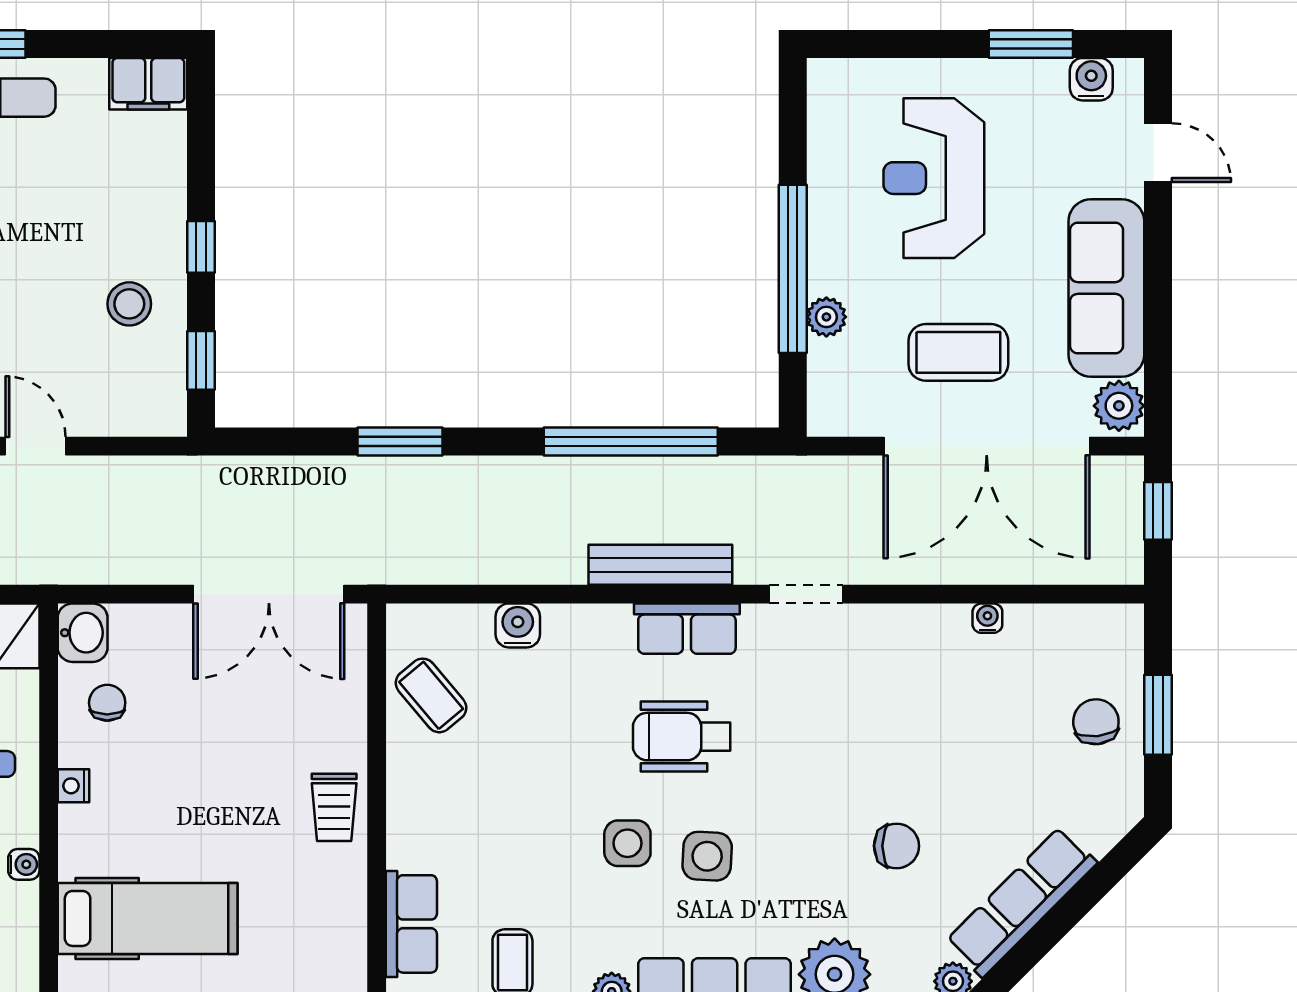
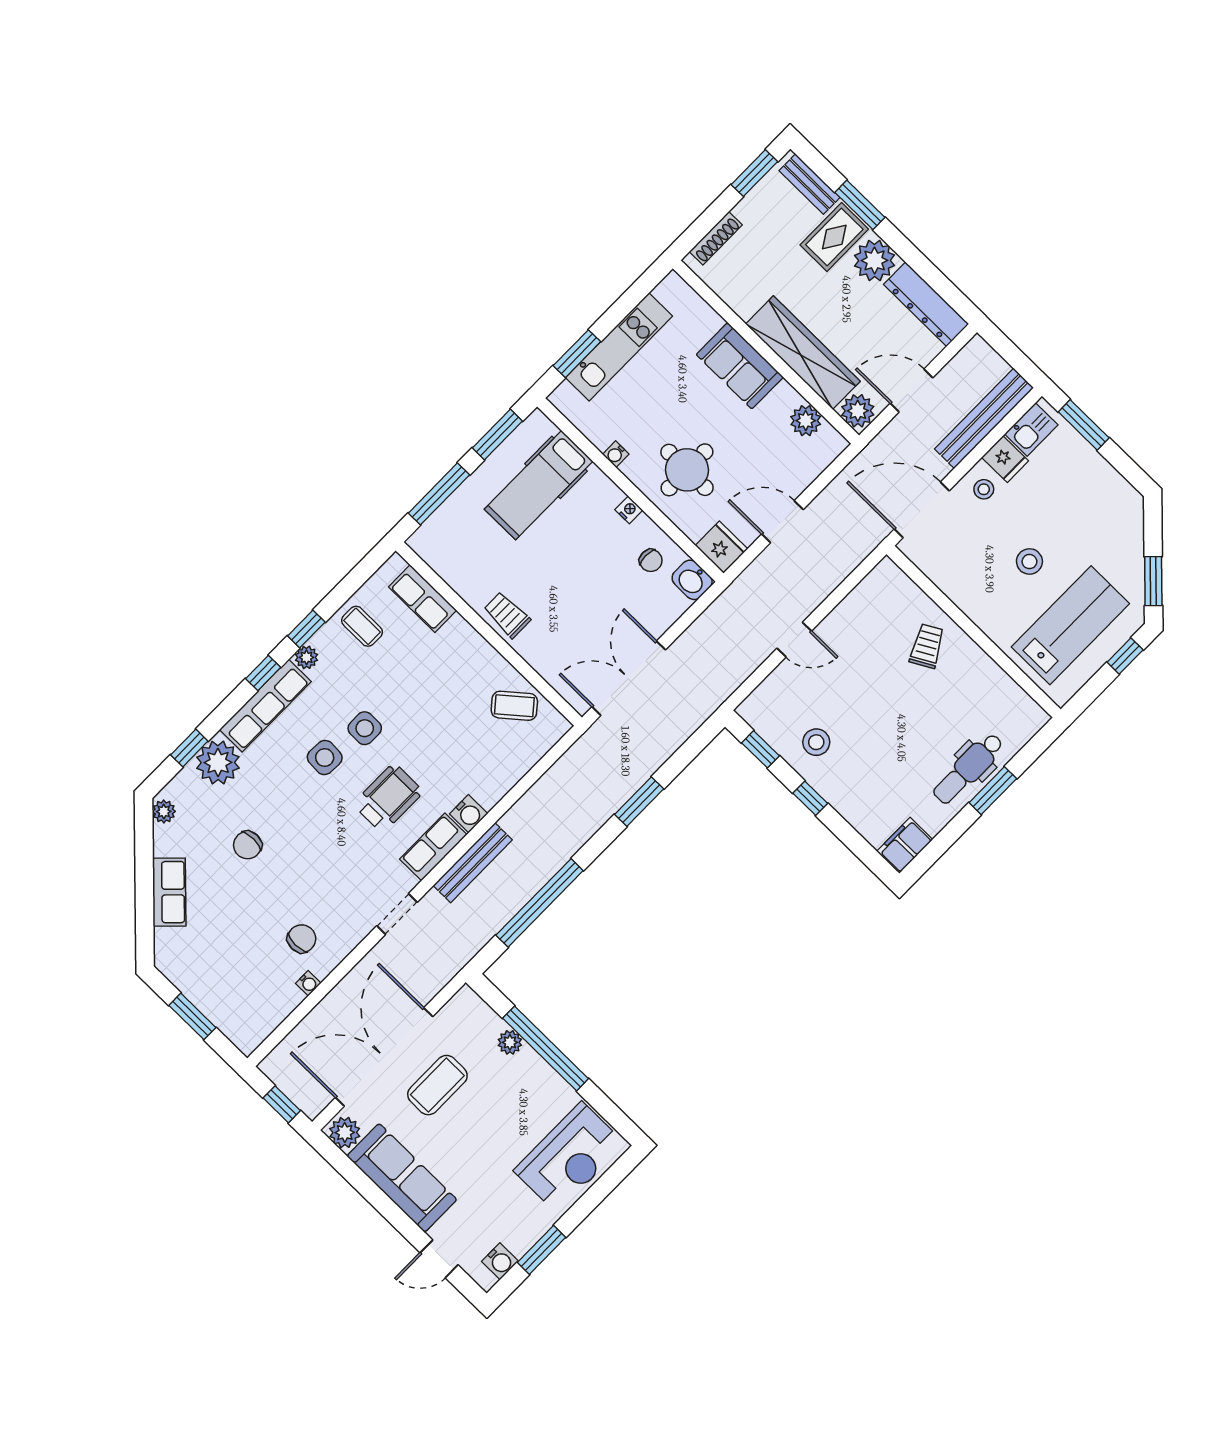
reception desk: (934, 178) -> (569, 1157), moved, turned 90
water cooler: (518, 625) -> (469, 814), moved
chair: (1096, 722) -> (302, 939), moved, turned -84
row of seats: (1022, 902) -> (169, 892), width x0.68

